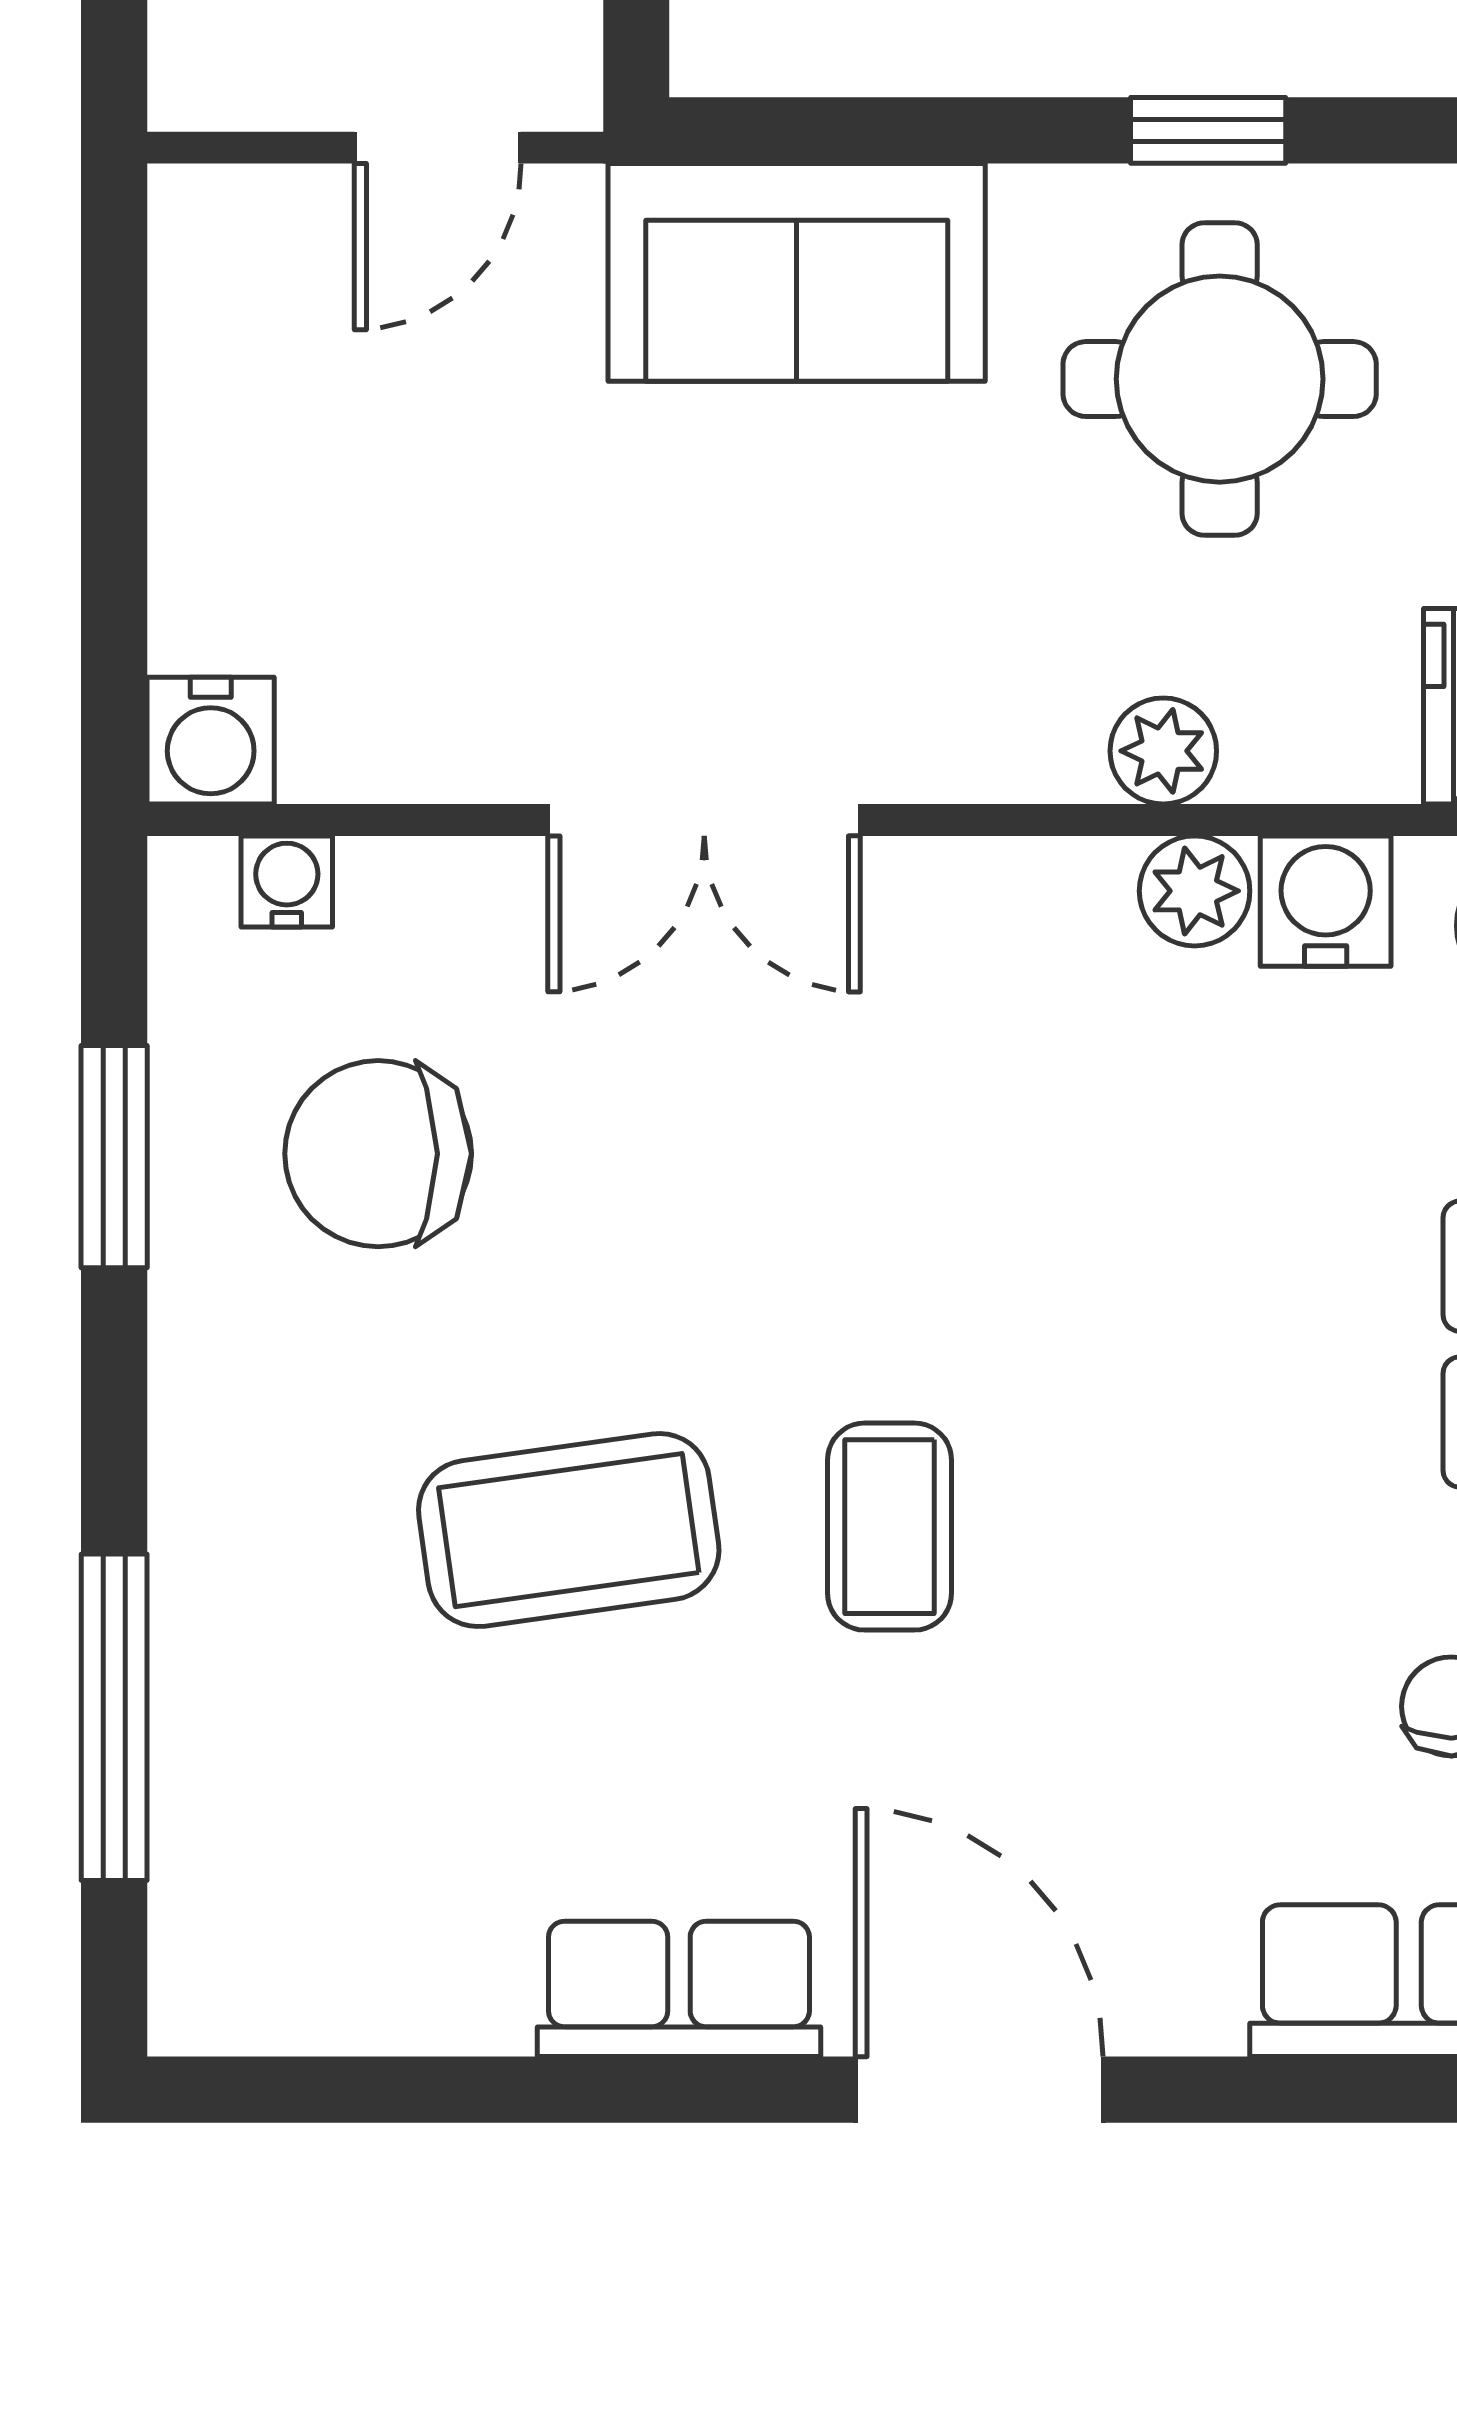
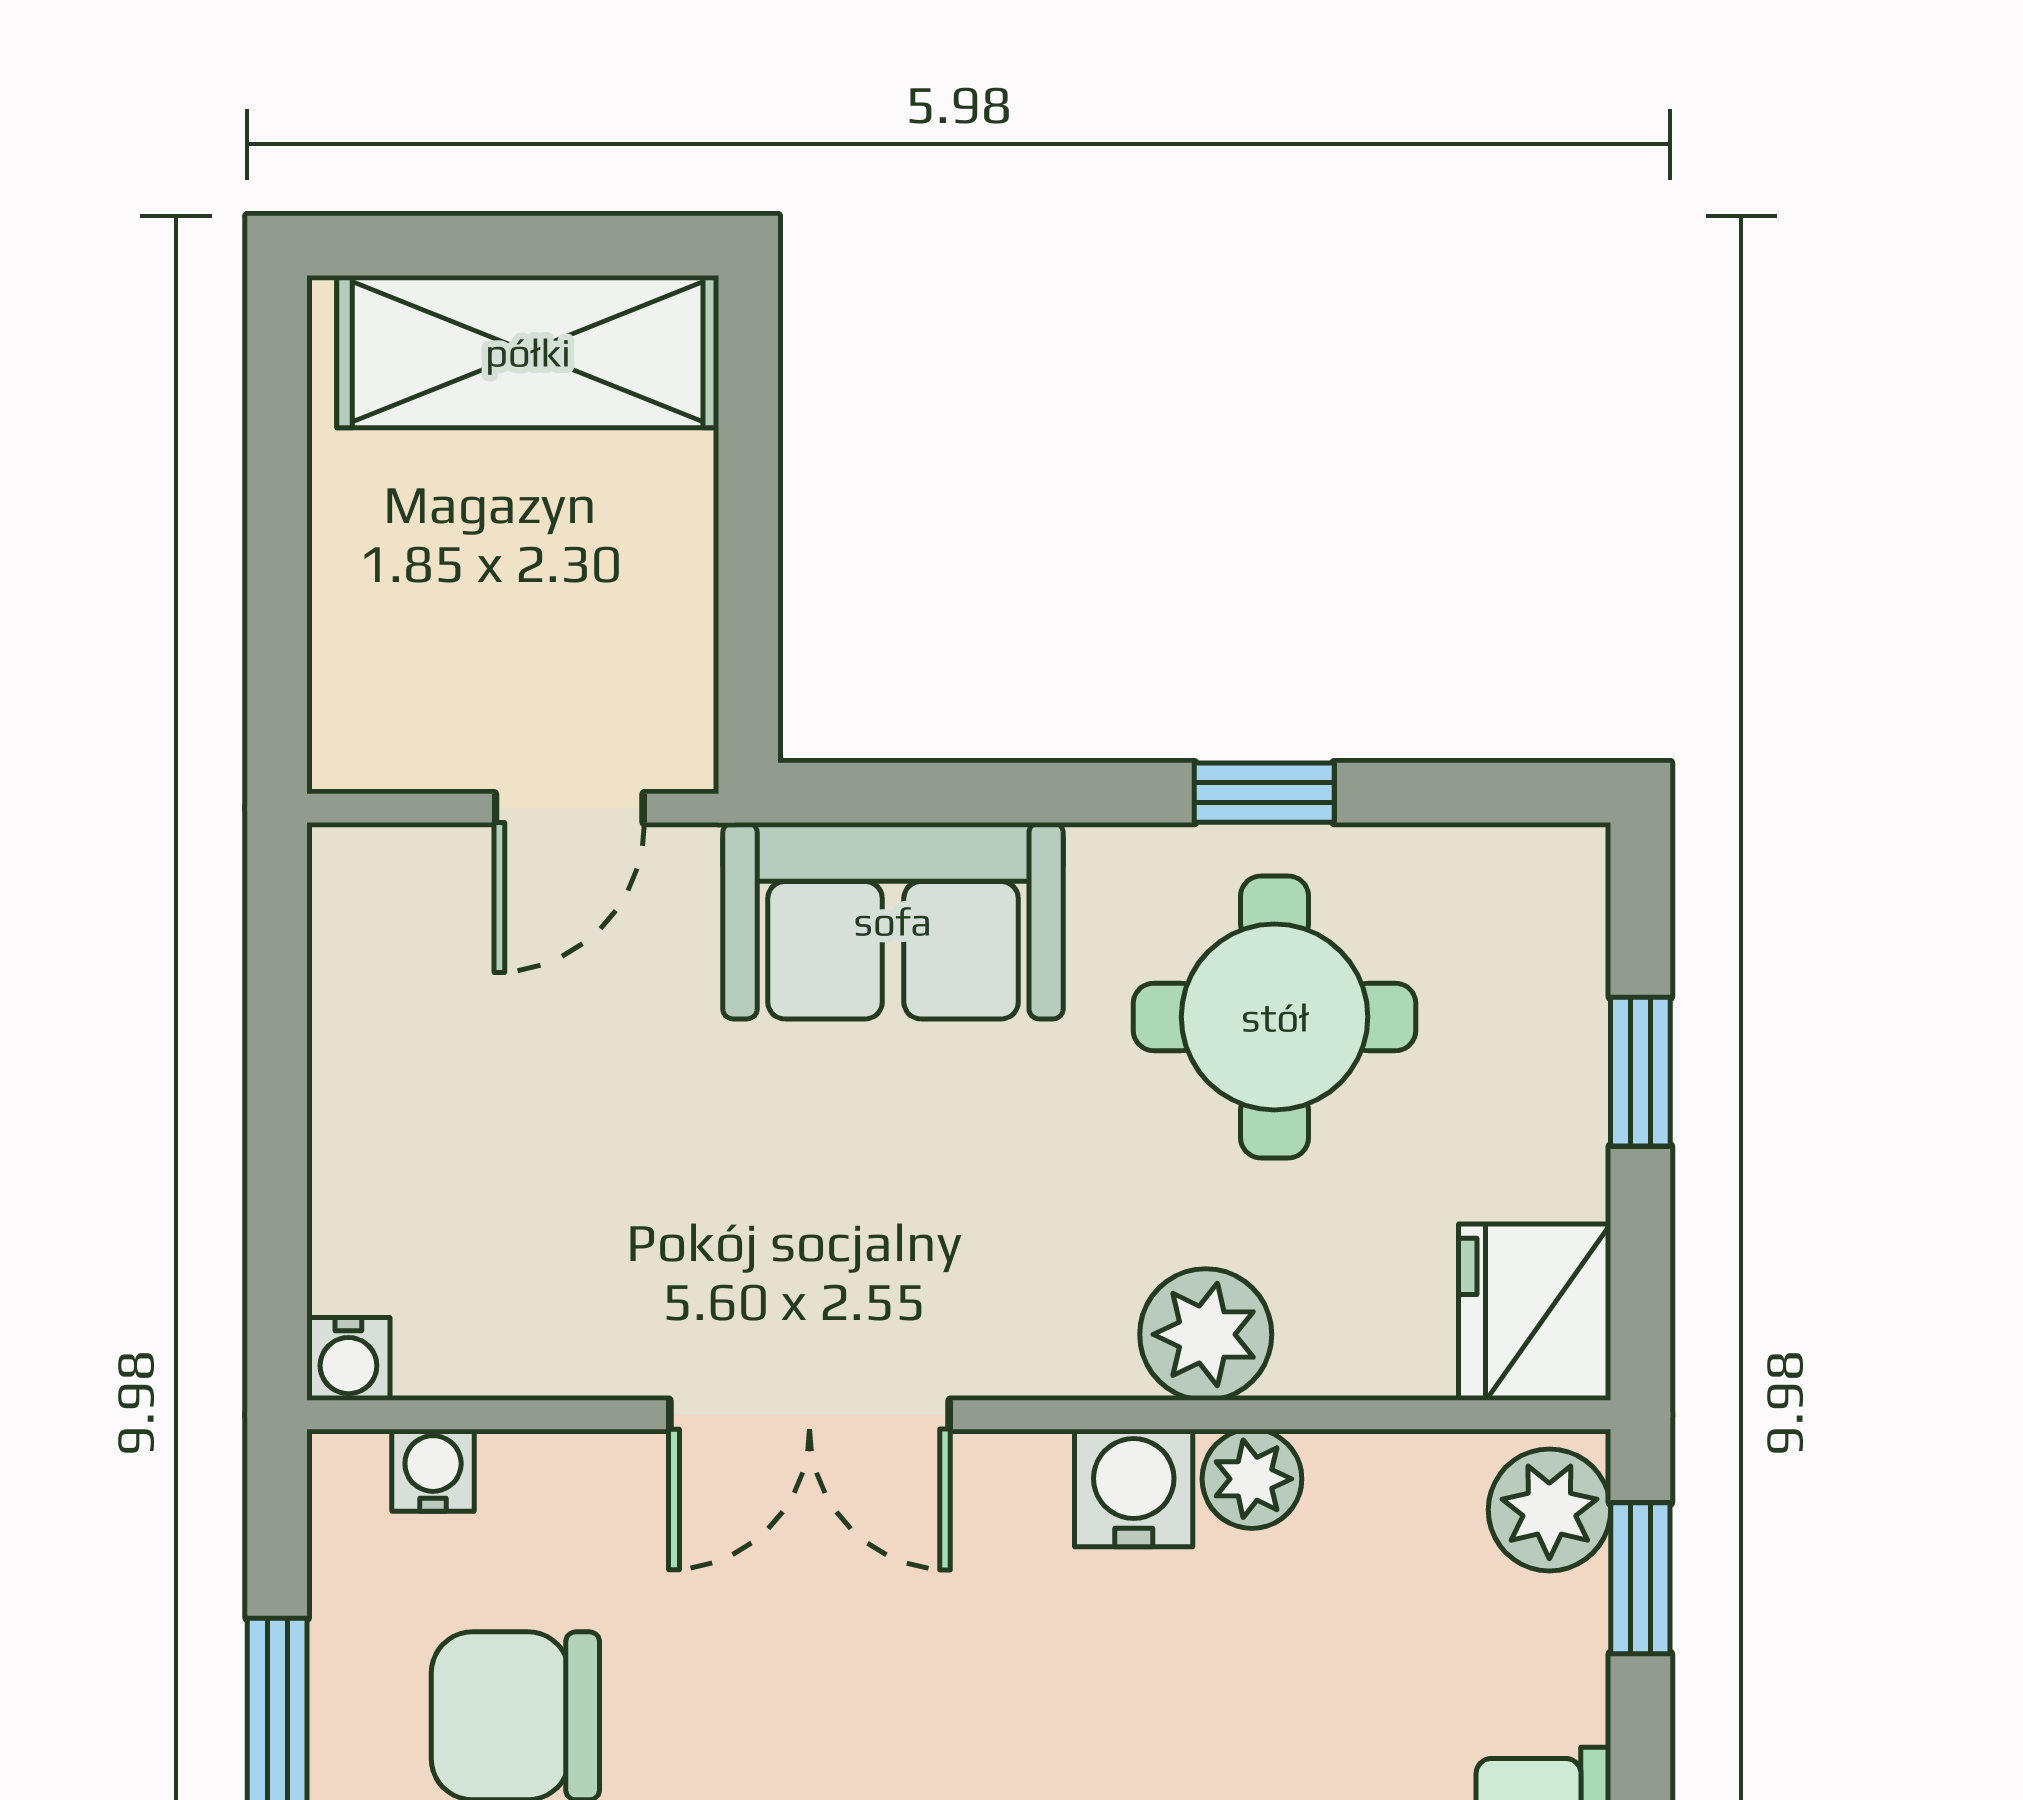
water cooler: (211, 741) -> (348, 1359), width x0.72, depth x0.72
plant: (1163, 751) -> (1206, 1334), width x1.38, depth x1.38
water cooler: (1326, 901) -> (1134, 1488), moved

